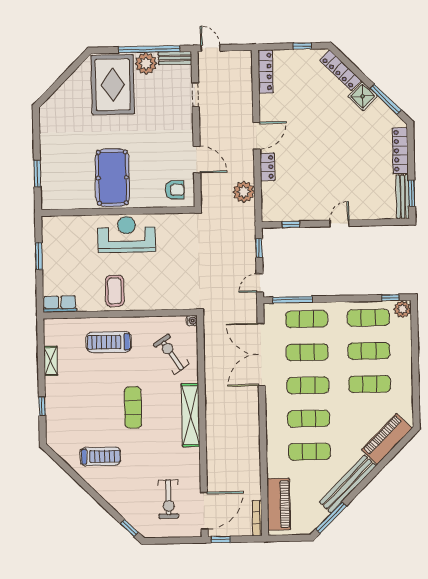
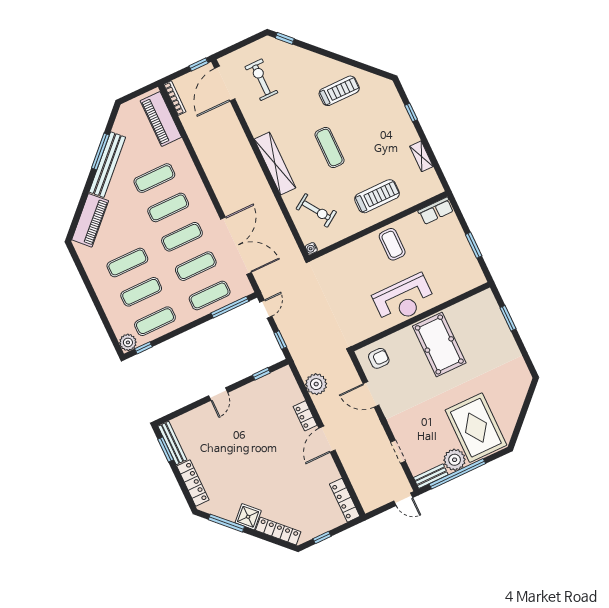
armchair: (175, 190) -> (379, 358), turned 180
treadmill: (100, 456) -> (339, 91), turned 180
window: (331, 518) -> (100, 151), moved

